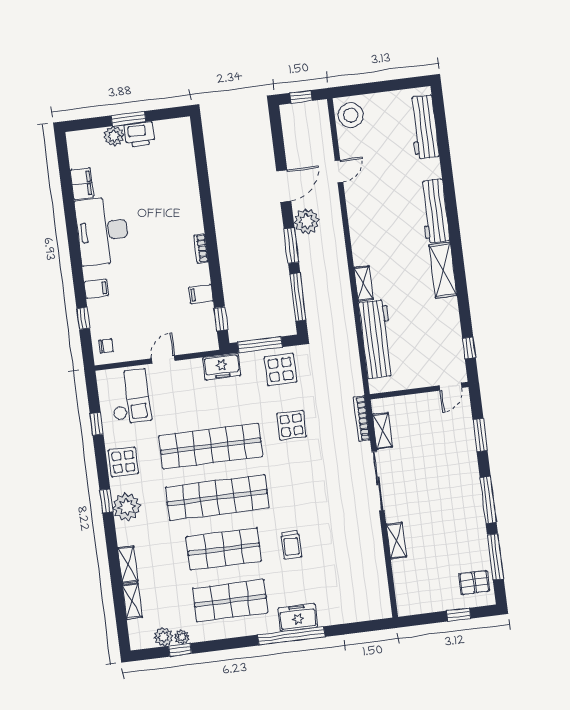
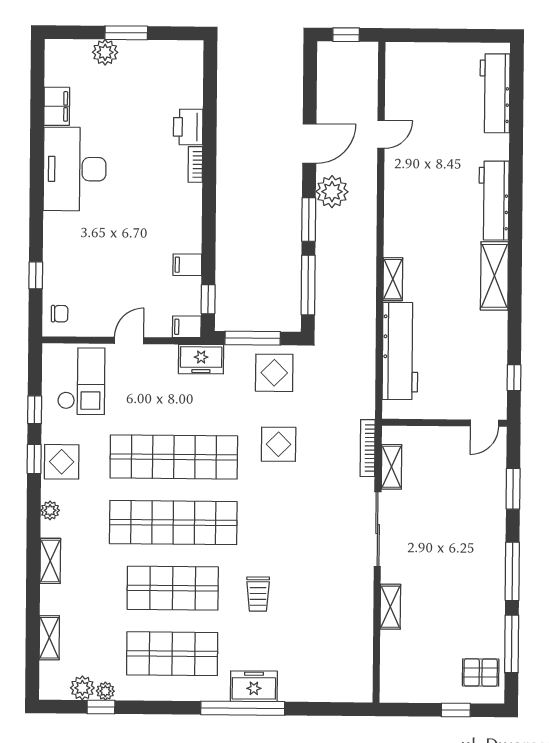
stool: (351, 115) -> (405, 66), removed
printer: (140, 134) -> (188, 127), moved, turned 90
bookcase: (201, 249) -> (195, 164), moved
filing cabinet: (96, 289) -> (187, 327), moved, turned 180
window: (106, 501) -> (34, 459), moved
plant: (127, 507) -> (50, 510), width x0.53, depth x0.53
shelving: (128, 565) -> (50, 561), moved

